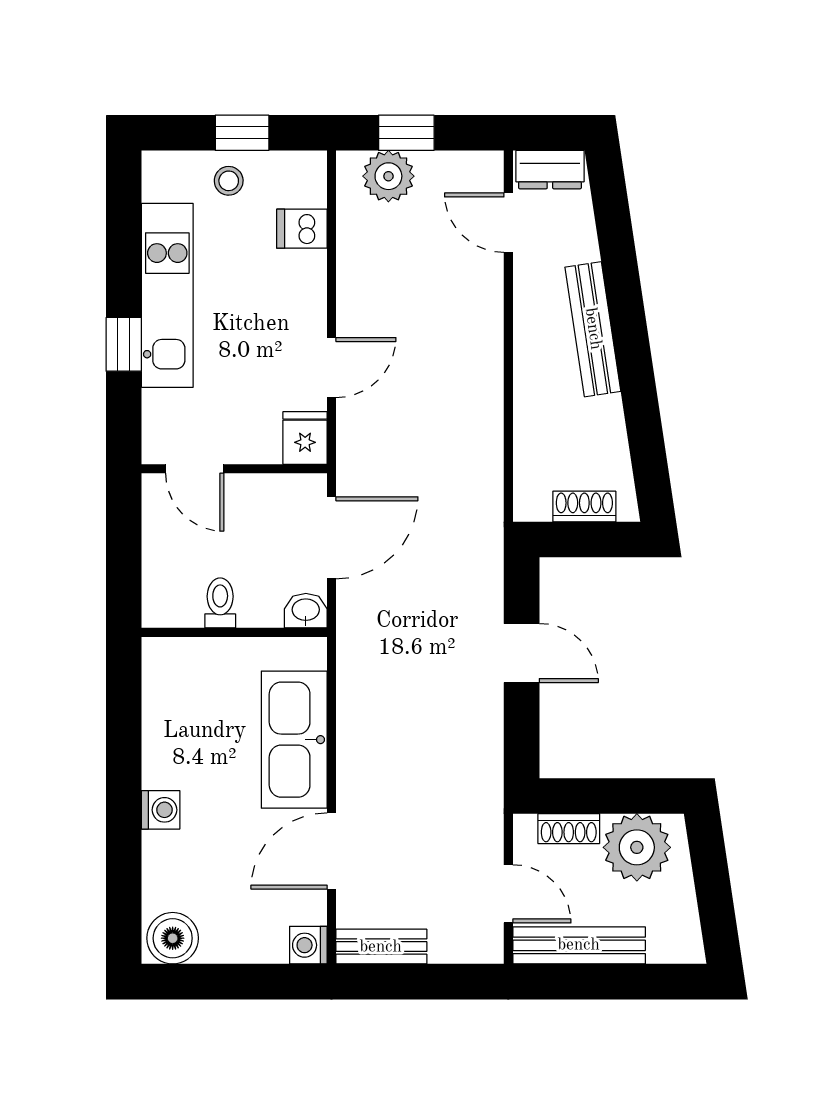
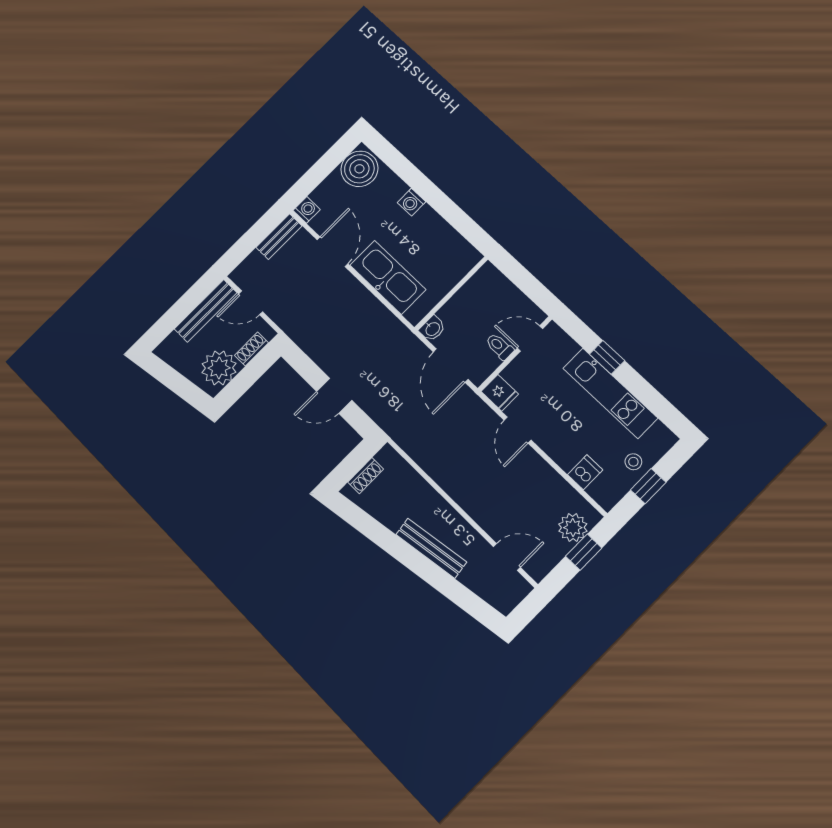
dresser: (550, 170) -> (512, 595), removed
toilet: (220, 603) -> (500, 346), moved, turned 180
boiler: (173, 938) -> (359, 169), width x1.37, depth x1.37

